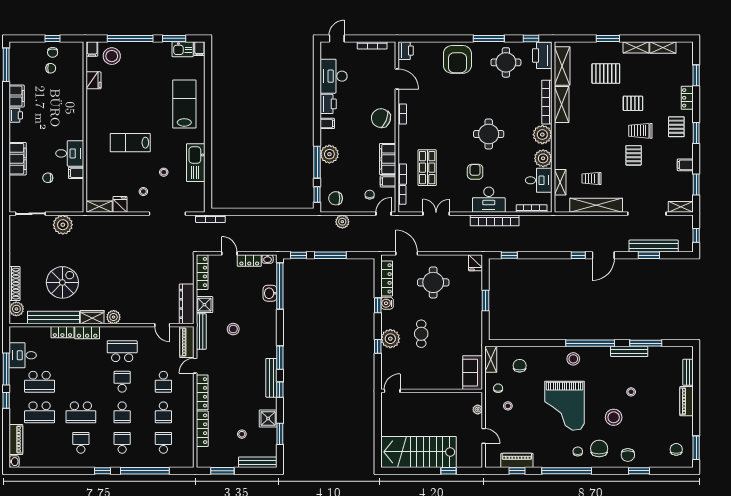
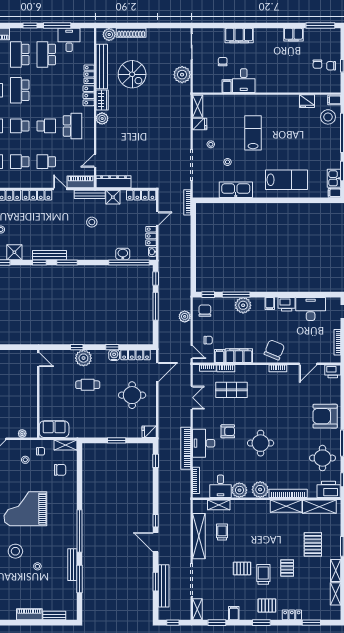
printer: (16, 115) -> (277, 34), removed
stool: (573, 359) -> (66, 516), removed

